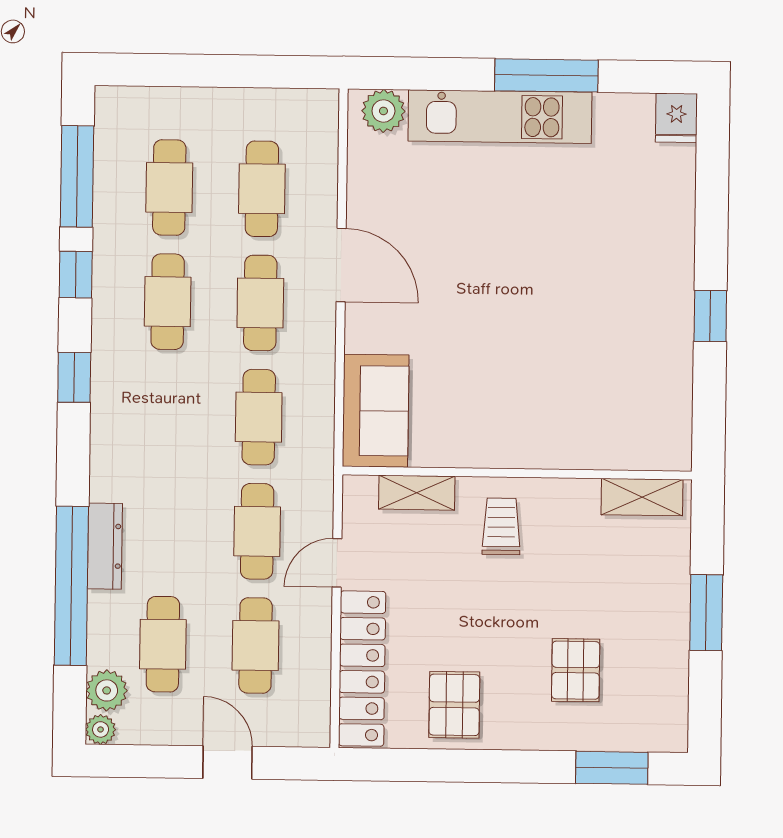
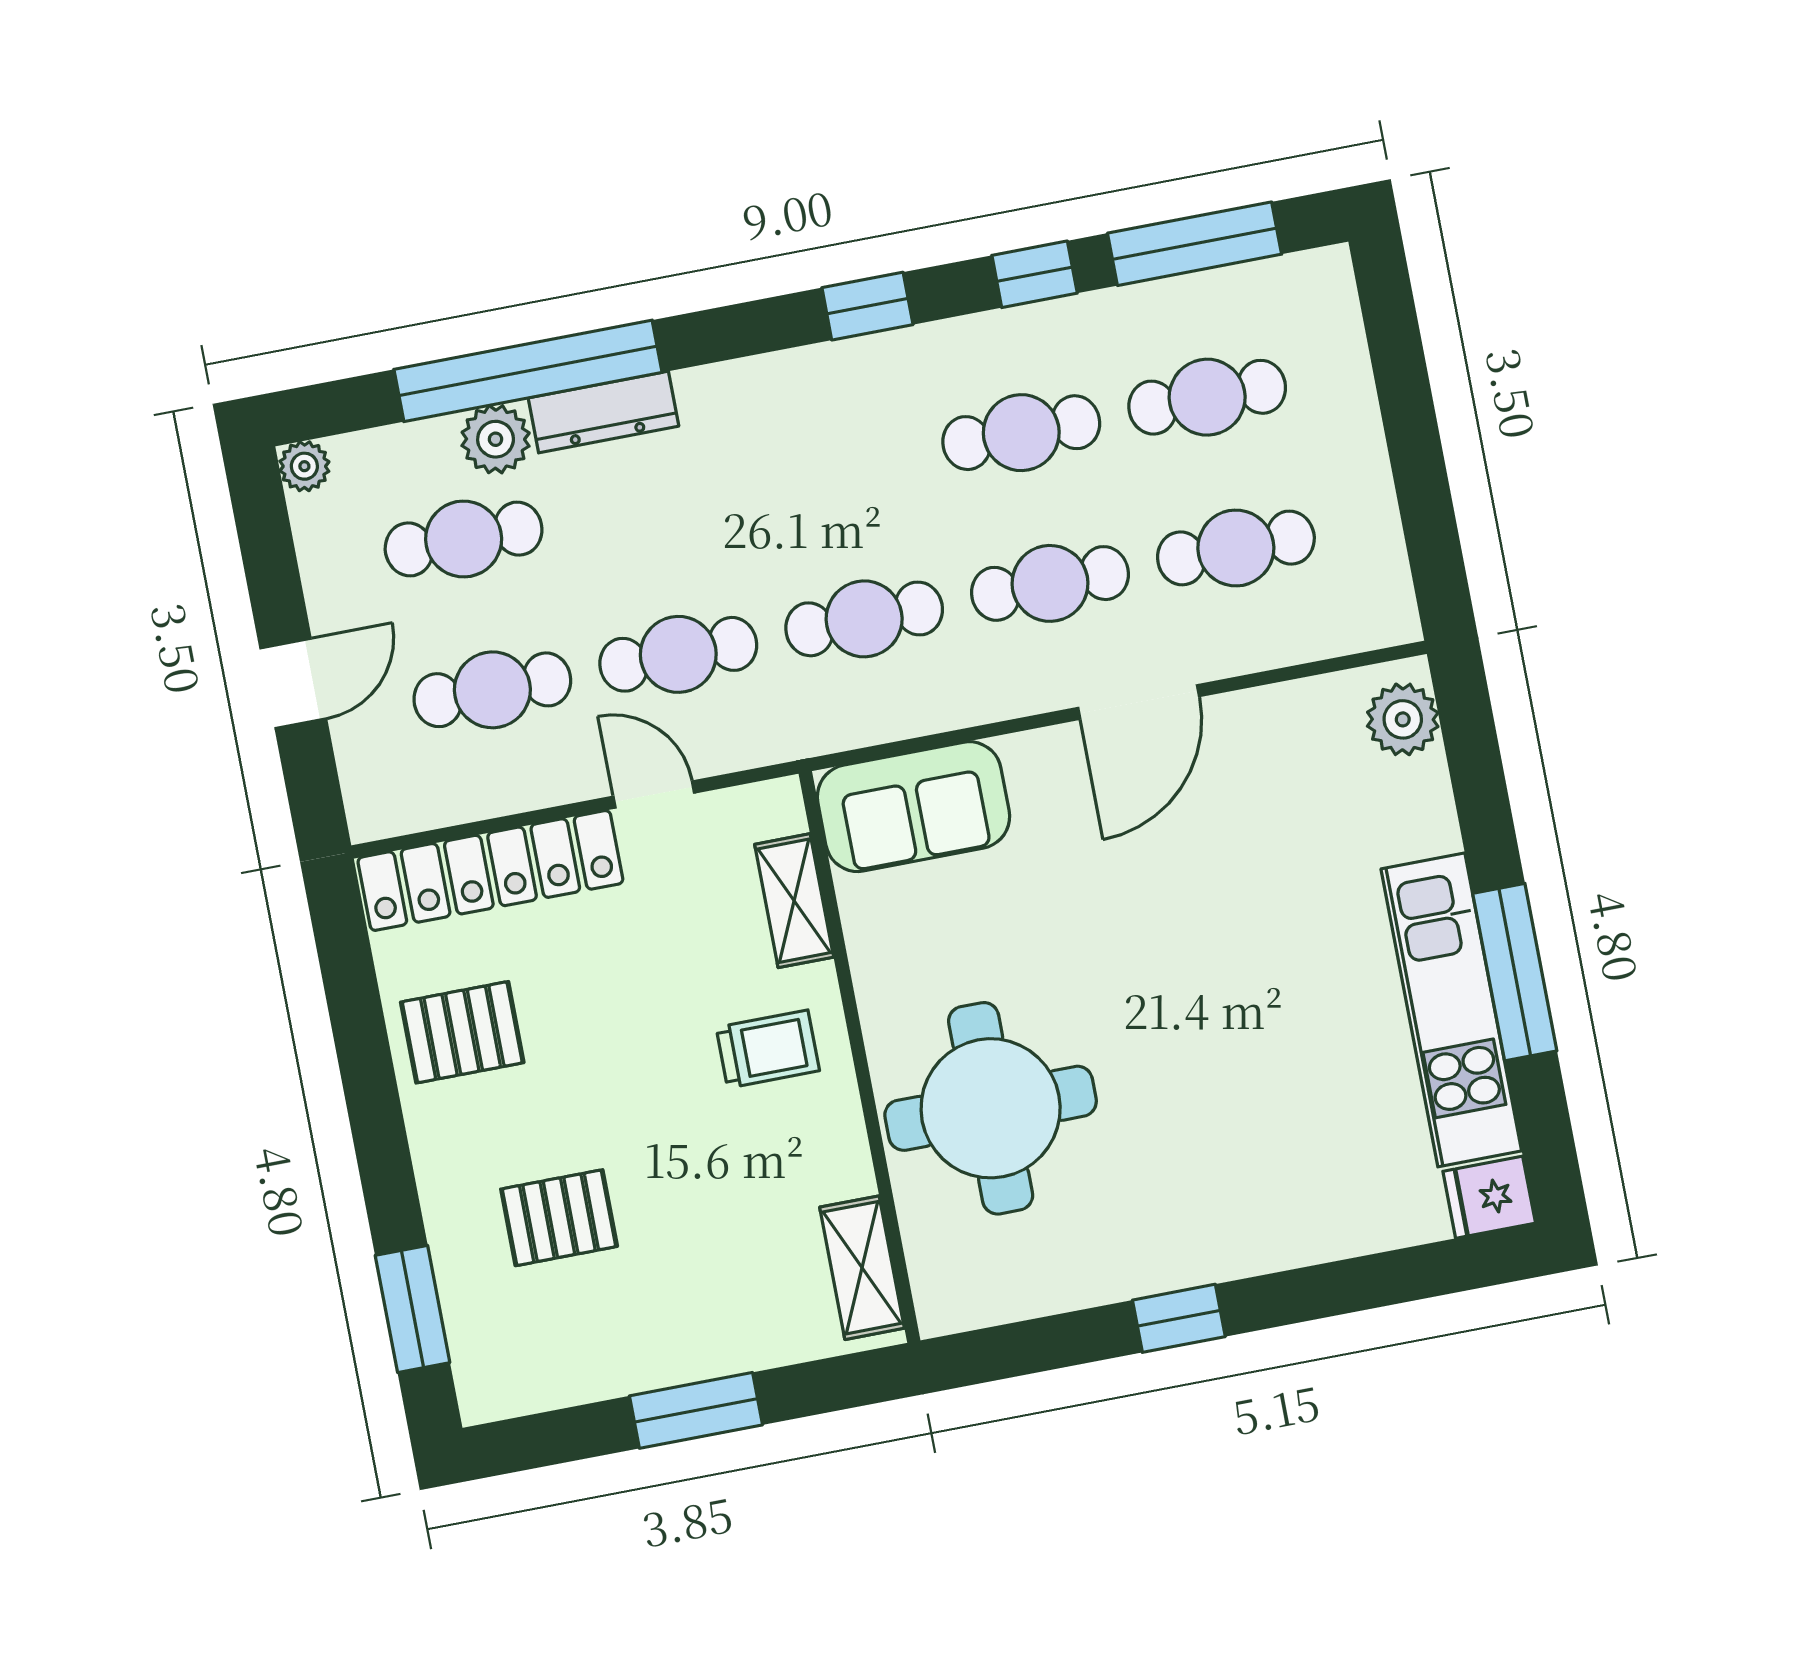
kitchen unit: (500, 117) -> (1451, 1010), moved
round table: (563, 402) -> (991, 1108), added
plant: (107, 690) -> (496, 439), moved

